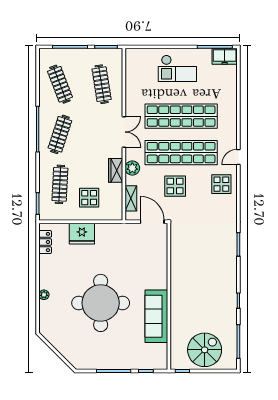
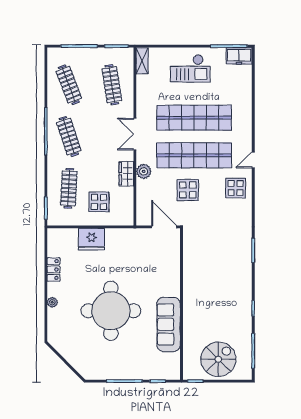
double door: (124, 132) -> (135, 134), swing flipped
clothes rail: (60, 134) -> (69, 137), turned -36
shelving: (131, 198) -> (142, 61), moved
locker: (45, 242) -> (54, 269), moved

